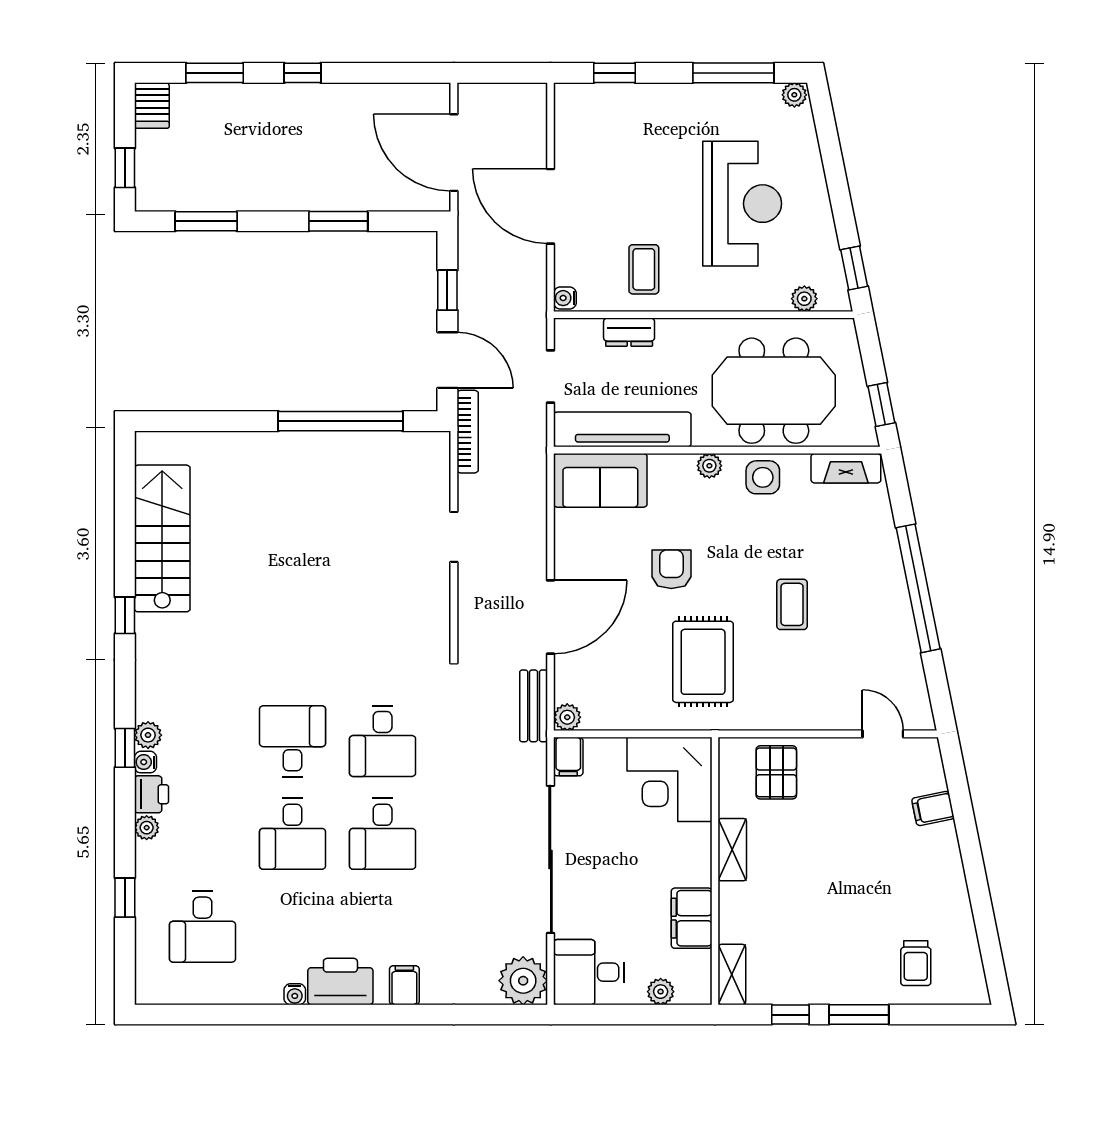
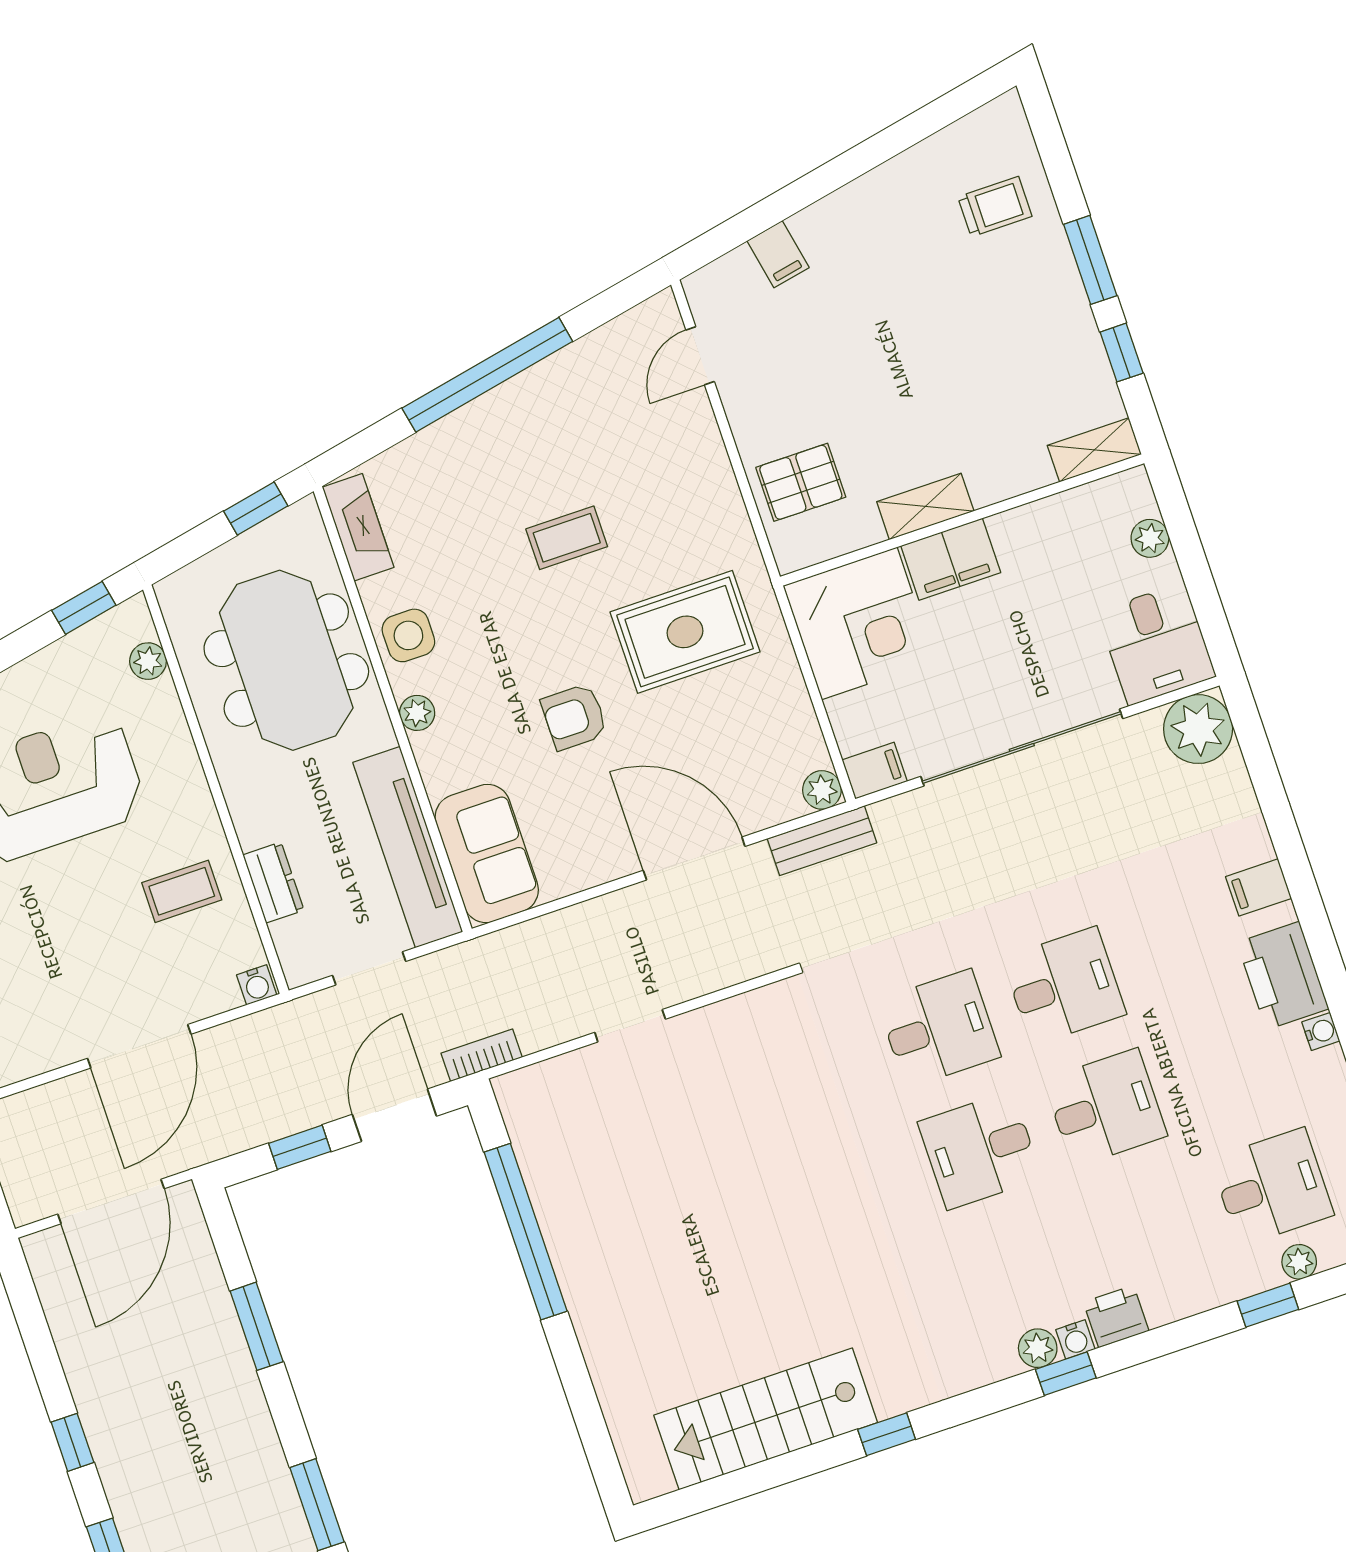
bookcase: (468, 432) -> (482, 1055), width x0.64
plant: (147, 828) -> (1299, 1262), moved
filing cabinet: (692, 918) -> (951, 559), moved

